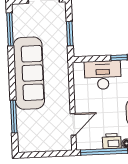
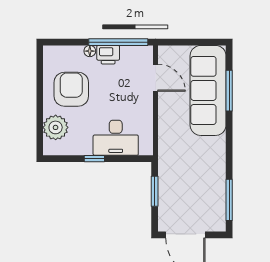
sofa: (29, 73) -> (208, 90), moved
door: (73, 124) -> (156, 78), swing flipped

